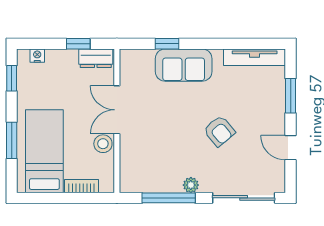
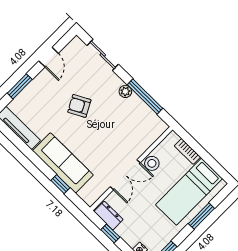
sofa: (184, 65) -> (63, 163), width x1.36
armchair: (219, 131) -> (79, 106), turned -78
sliding door: (244, 198) -> (103, 55), width x0.73

